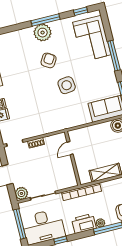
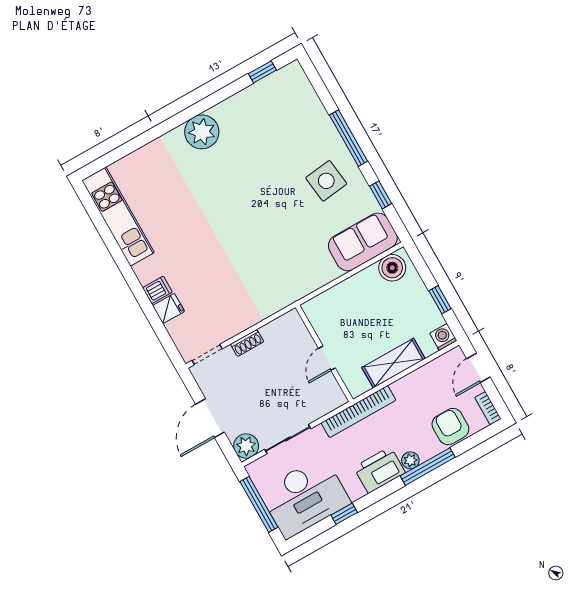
window: (45, 20) -> (201, 107), removed
corner sofa: (92, 39) -> (298, 117), removed
armchair: (49, 60) -> (228, 181), removed
side table: (67, 85) -> (326, 181), moved
door: (70, 148) -> (327, 358), moved

